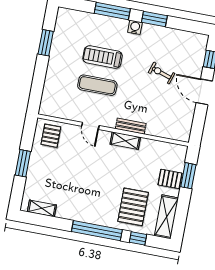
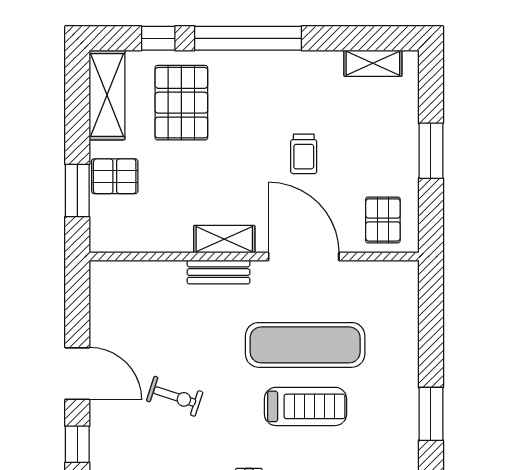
exercise mat: (97, 85) -> (305, 345), width x1.36, depth x1.45
door: (90, 126) -> (304, 257), width x1.88
trolley: (81, 173) -> (304, 154), added

